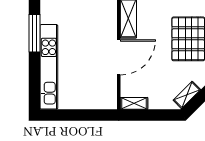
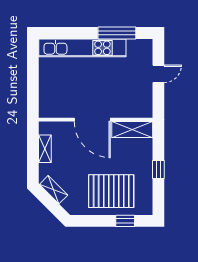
shelving: (134, 103) -> (45, 149), moved

